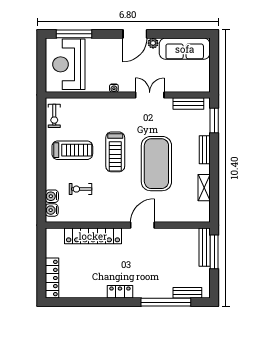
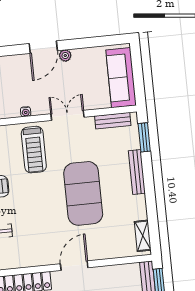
sofa: (185, 49) -> (121, 78), moved, turned 90
bench: (205, 150) -> (137, 172), width x1.36
treadmill: (115, 152) -> (34, 150), moved
shelving: (204, 188) -> (143, 236), moved

